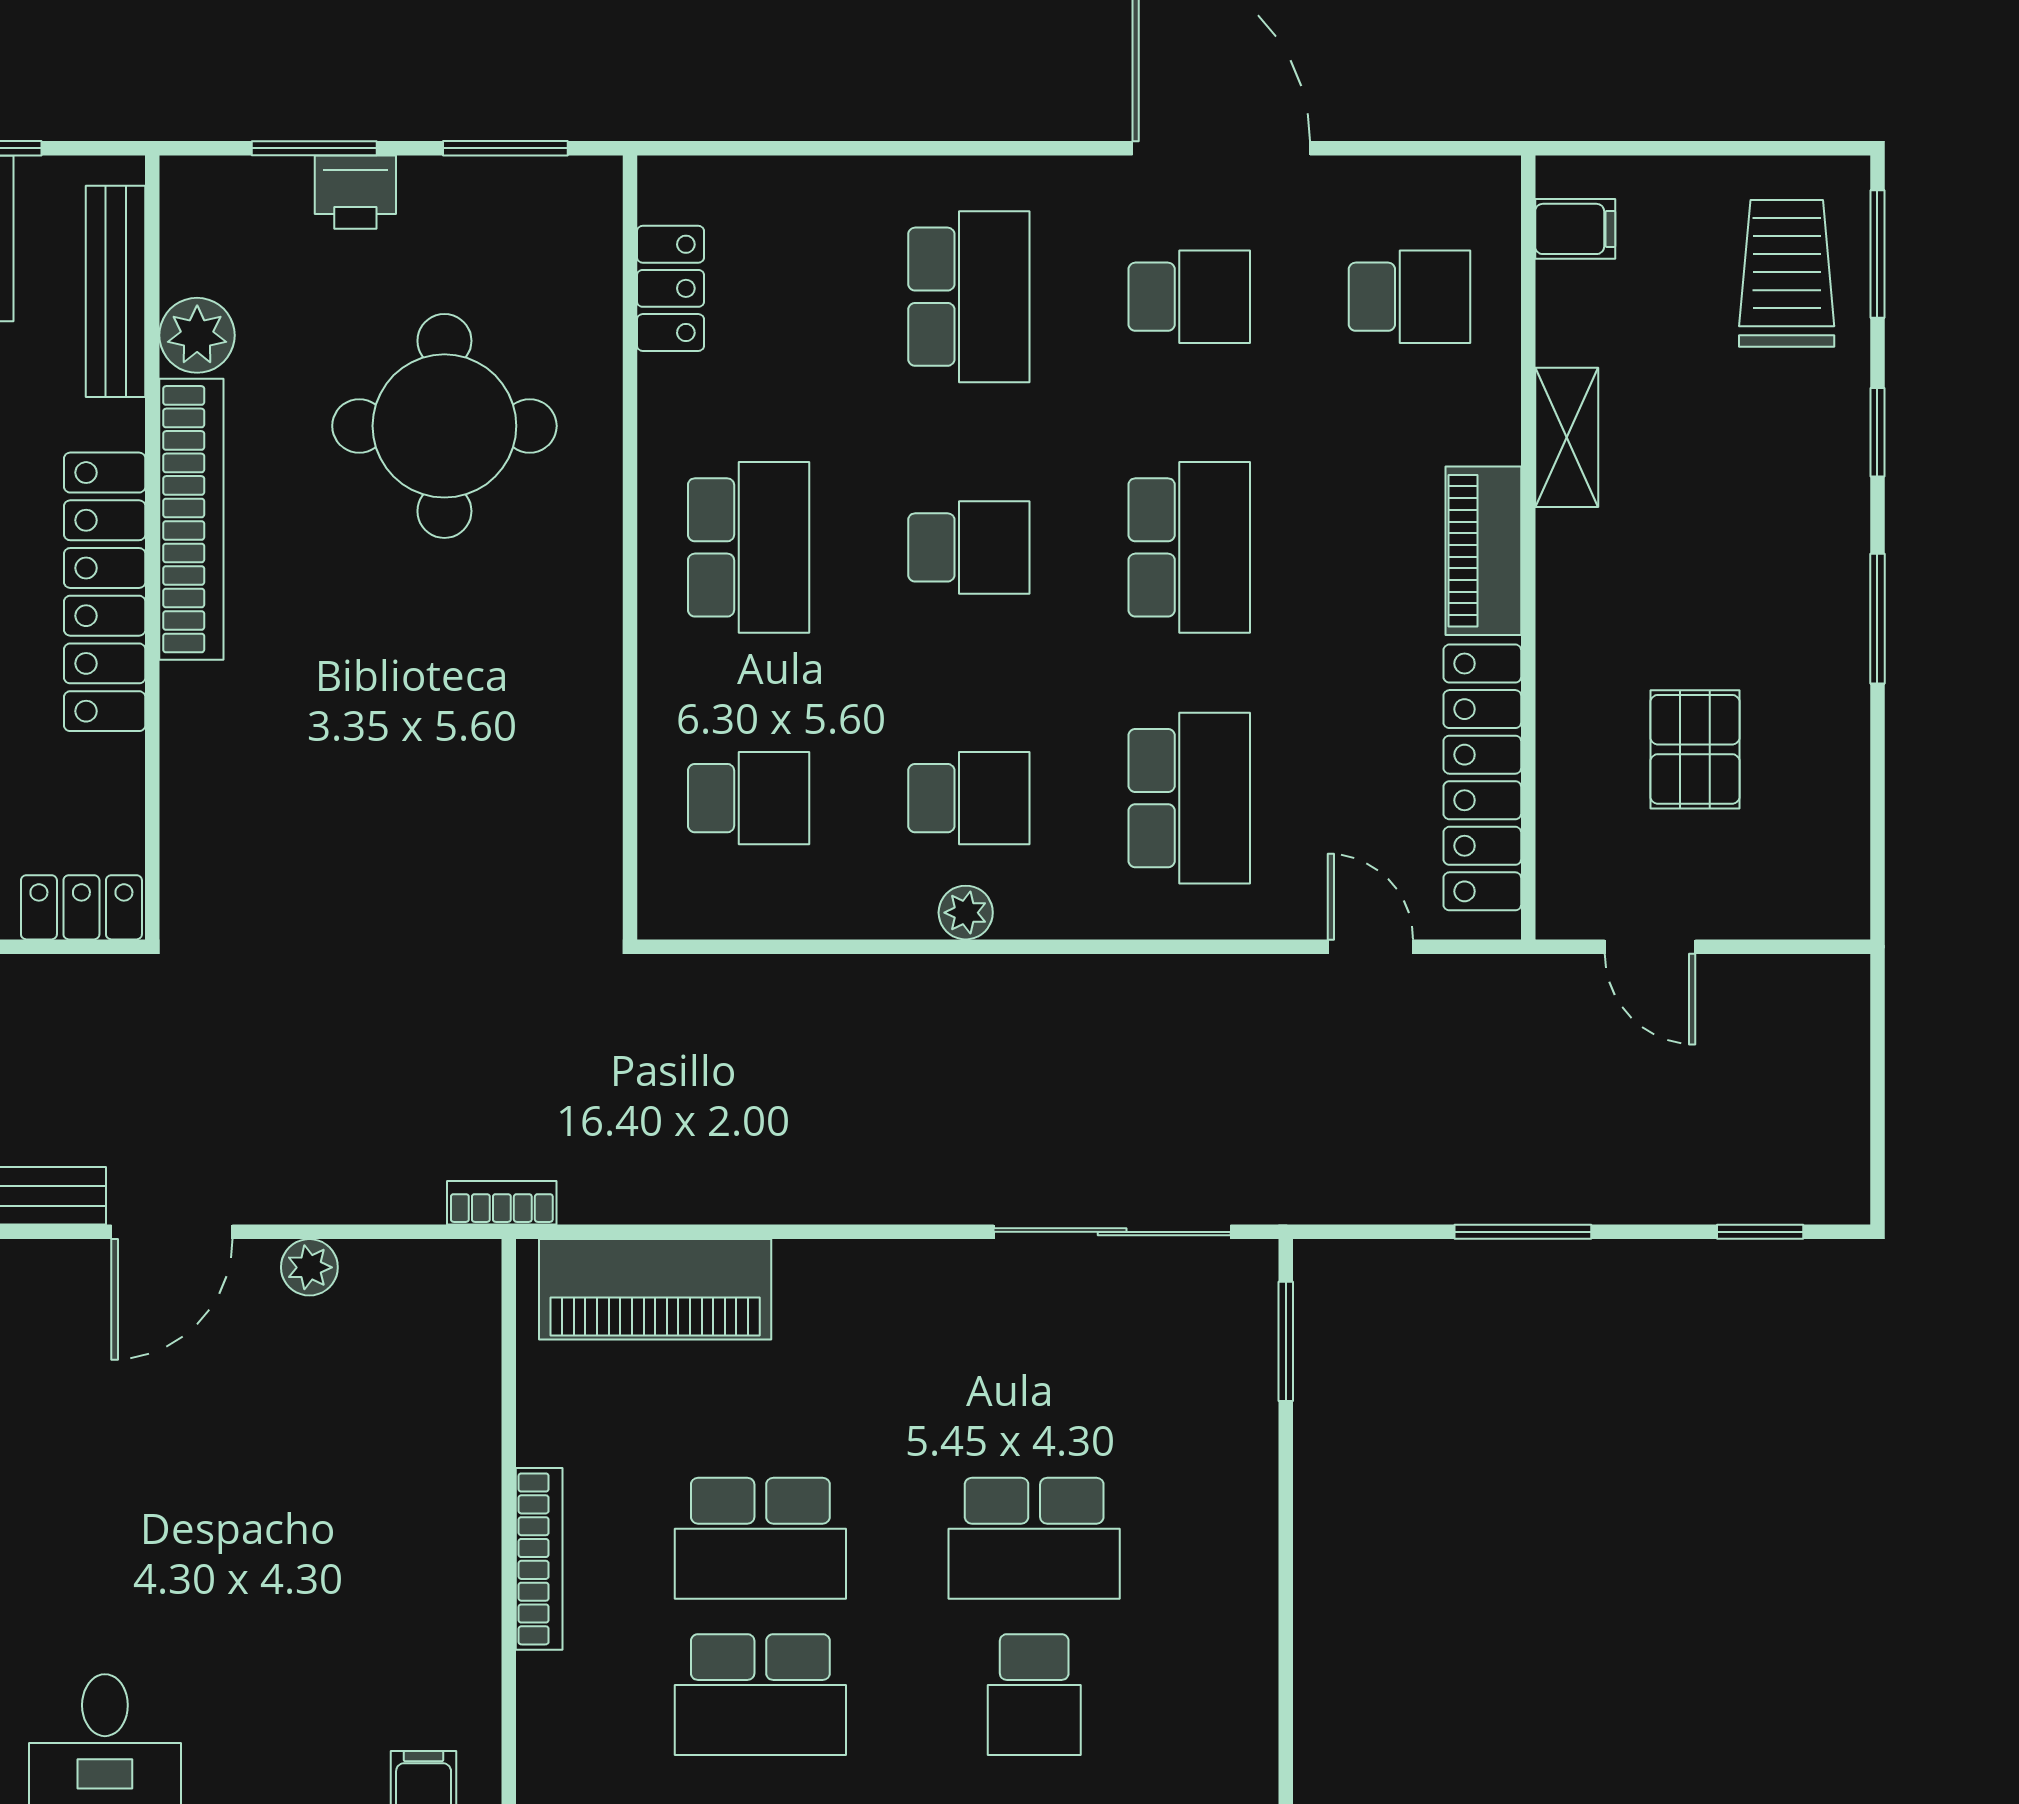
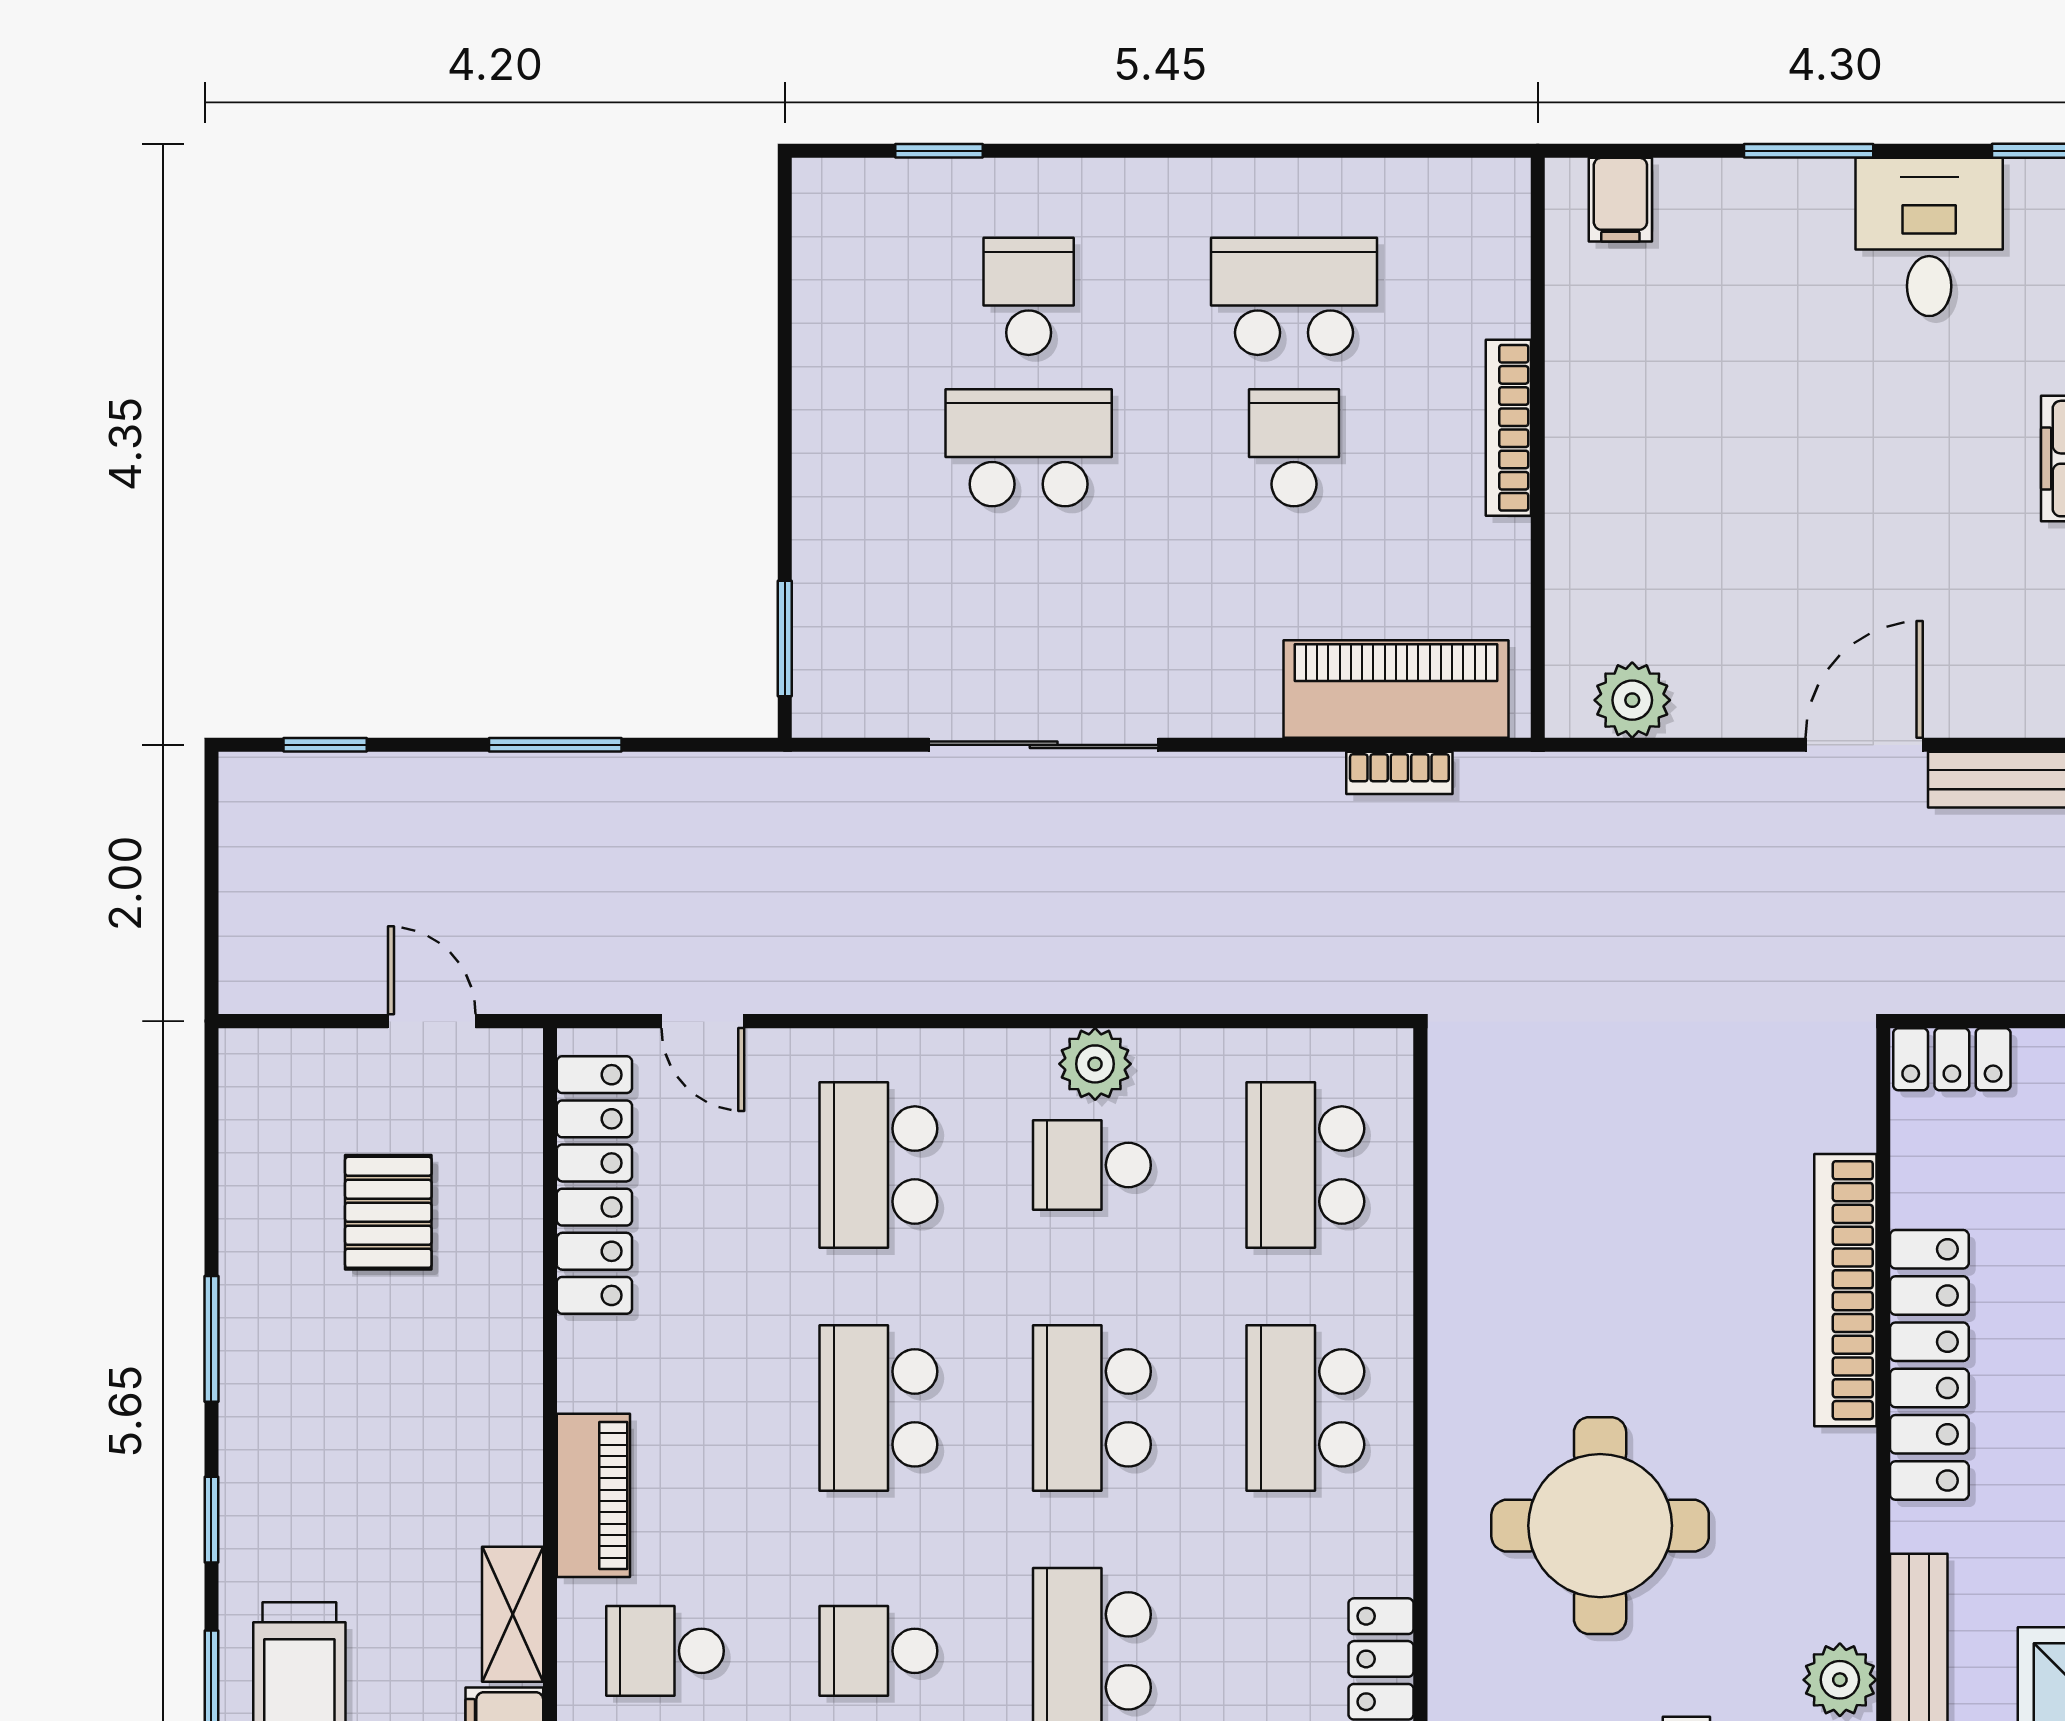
plant: (197, 335) -> (1840, 1680), moved
shelving: (1567, 437) -> (513, 1614), moved
bookcase: (191, 519) -> (1845, 1290), moved
school desk: (969, 547) -> (1092, 1408), width x1.85
piano: (1483, 551) -> (593, 1495), moved
school desk: (749, 798) -> (1305, 1165), width x1.85
plant: (966, 913) -> (1095, 1064), width x1.38, depth x1.38
bookcase: (502, 1203) -> (1399, 773), moved
sliding door: (1112, 1232) -> (1044, 745), moved
plant: (309, 1267) -> (1632, 700), moved, width x1.38, depth x1.38
school desk: (760, 1538) -> (1294, 448), width x0.54

